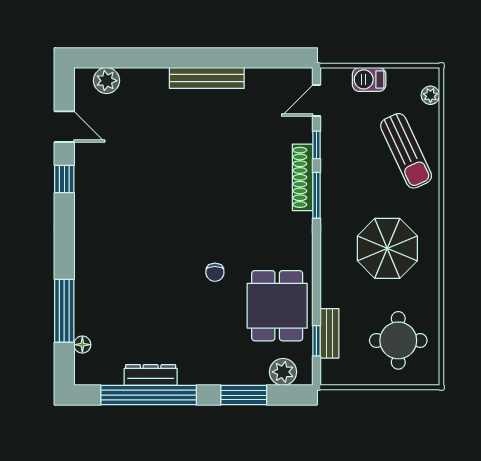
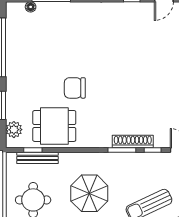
chair: (215, 272) -> (75, 88), width x1.87, depth x1.87
bench: (329, 333) -> (37, 158), width x1.36
dresser: (151, 375) -> (12, 49), removed

